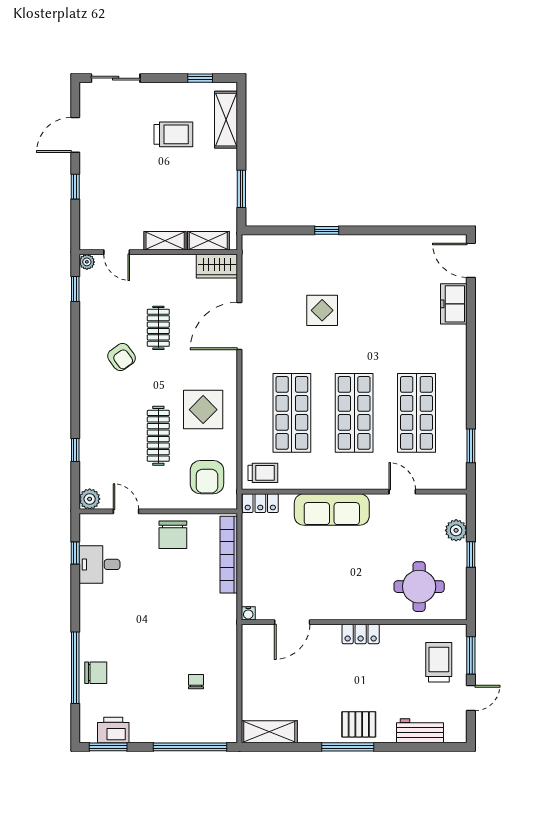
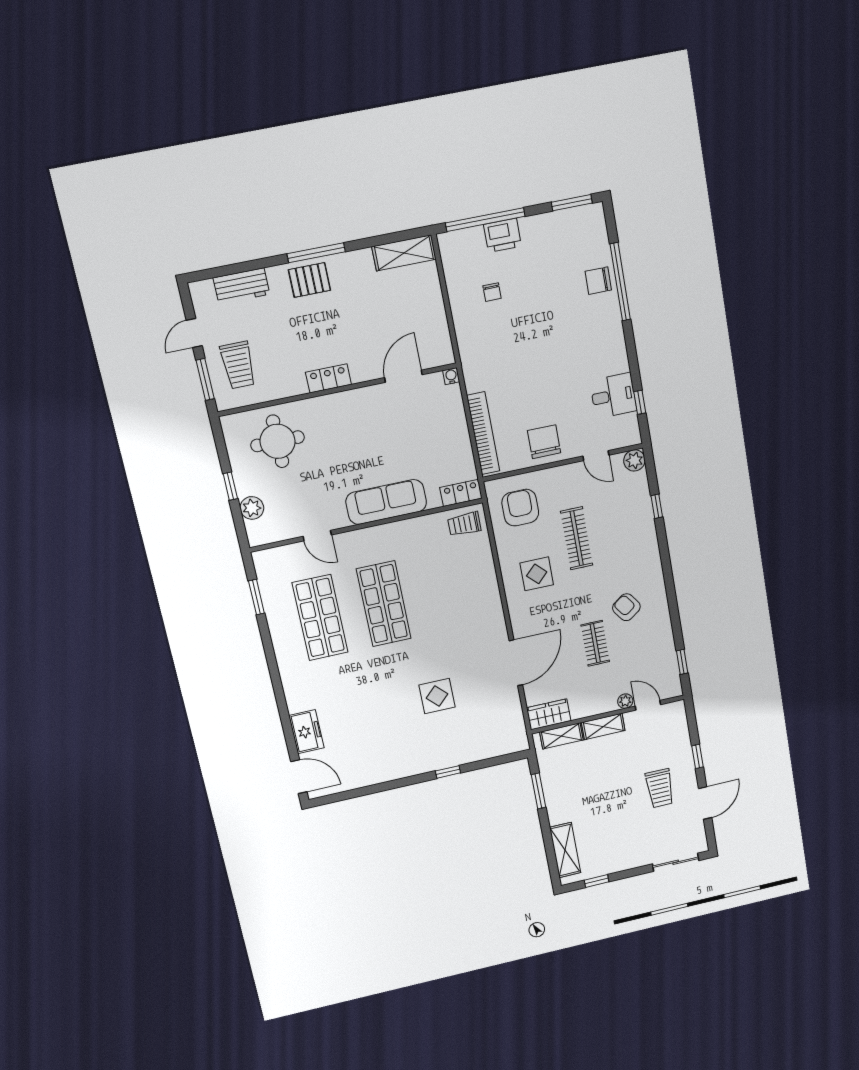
trolley: (173, 134) -> (660, 788), moved, turned -90
plant: (87, 262) -> (625, 701), moved
display table: (203, 410) -> (537, 574), width x0.73, depth x0.73
shop shelf: (292, 413) -> (447, 590), removed
printer: (113, 730) -> (502, 235), moved

